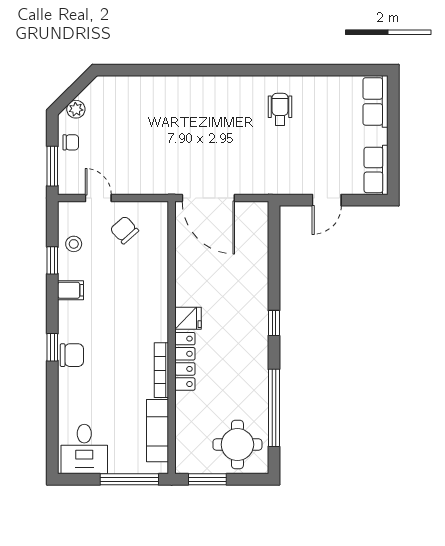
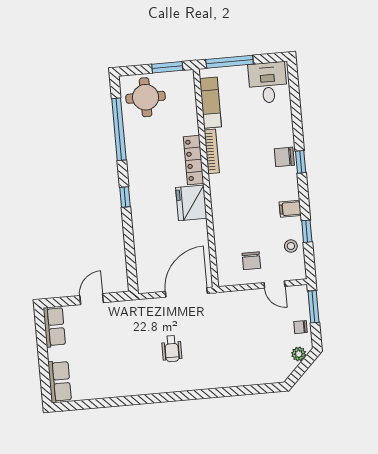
wheelchair: (280, 109) -> (172, 349), moved
door: (208, 198) -> (186, 292), hinge flipped
chair: (124, 230) -> (251, 261), turned 42
fridge: (188, 318) -> (191, 203), width x1.88, depth x1.34

